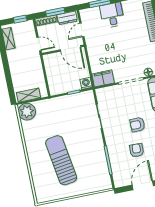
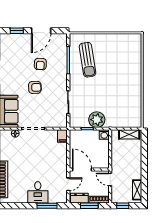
filing cabinet: (103, 78) -> (62, 136), width x0.50
washing machine: (86, 83) -> (104, 135), moved
plant: (27, 112) -> (97, 120), moved
sun lounger: (61, 160) -> (87, 60), moved, width x0.73, depth x0.75

